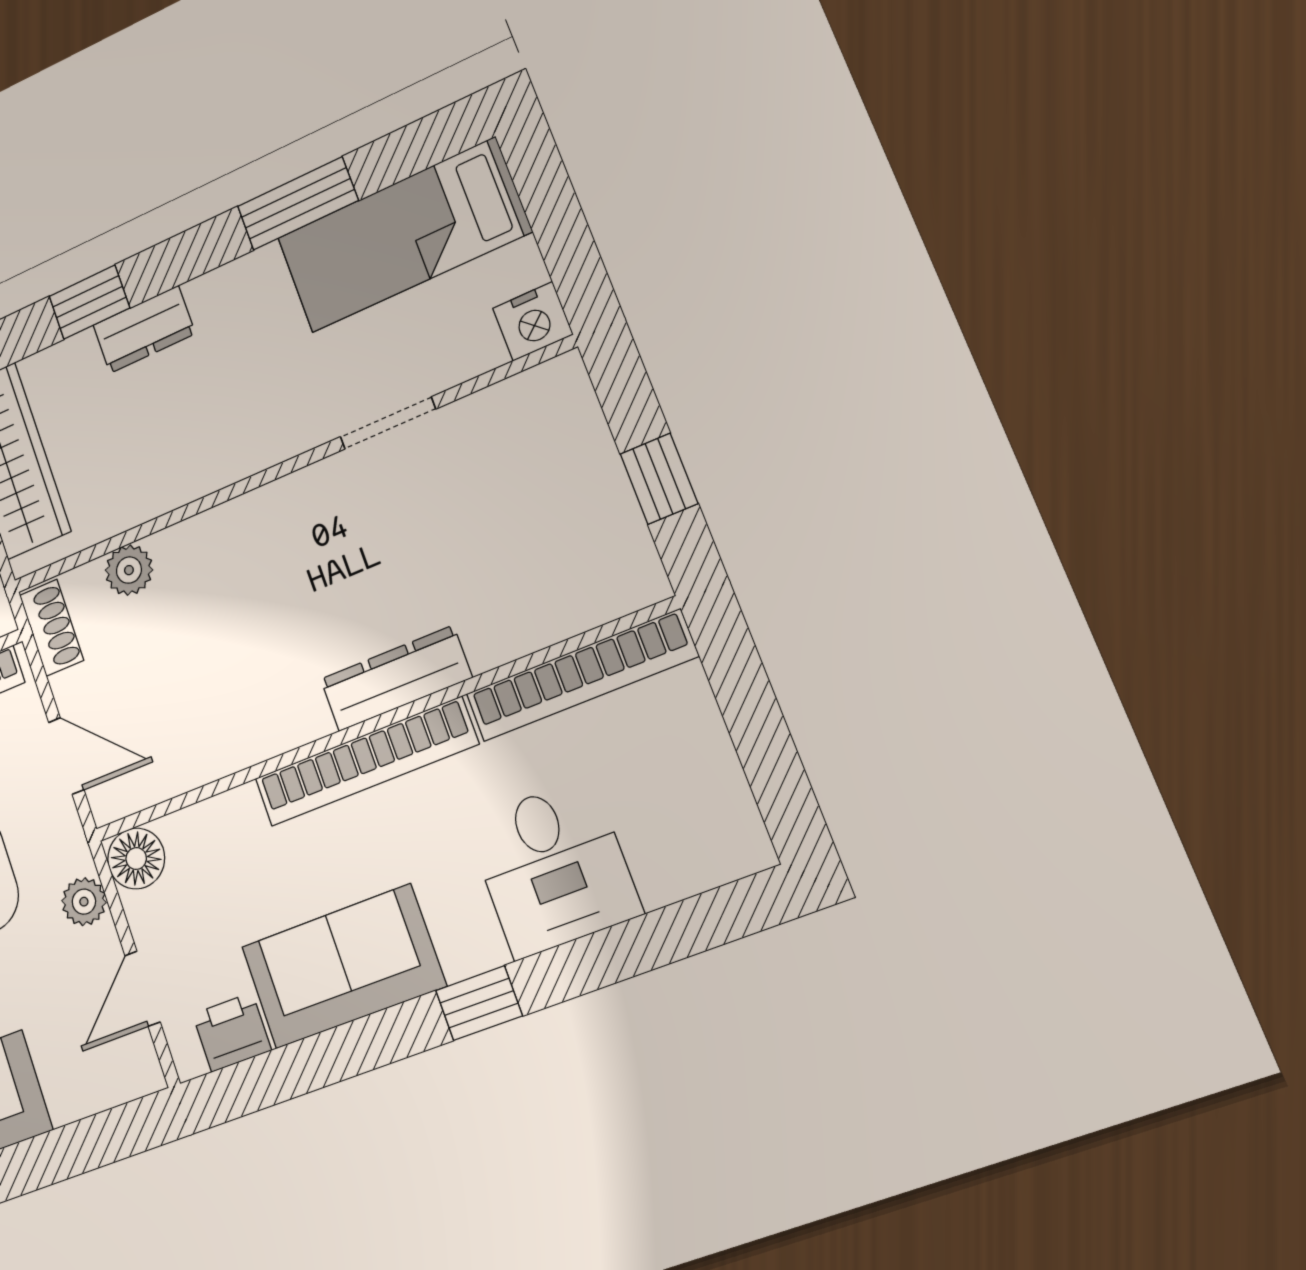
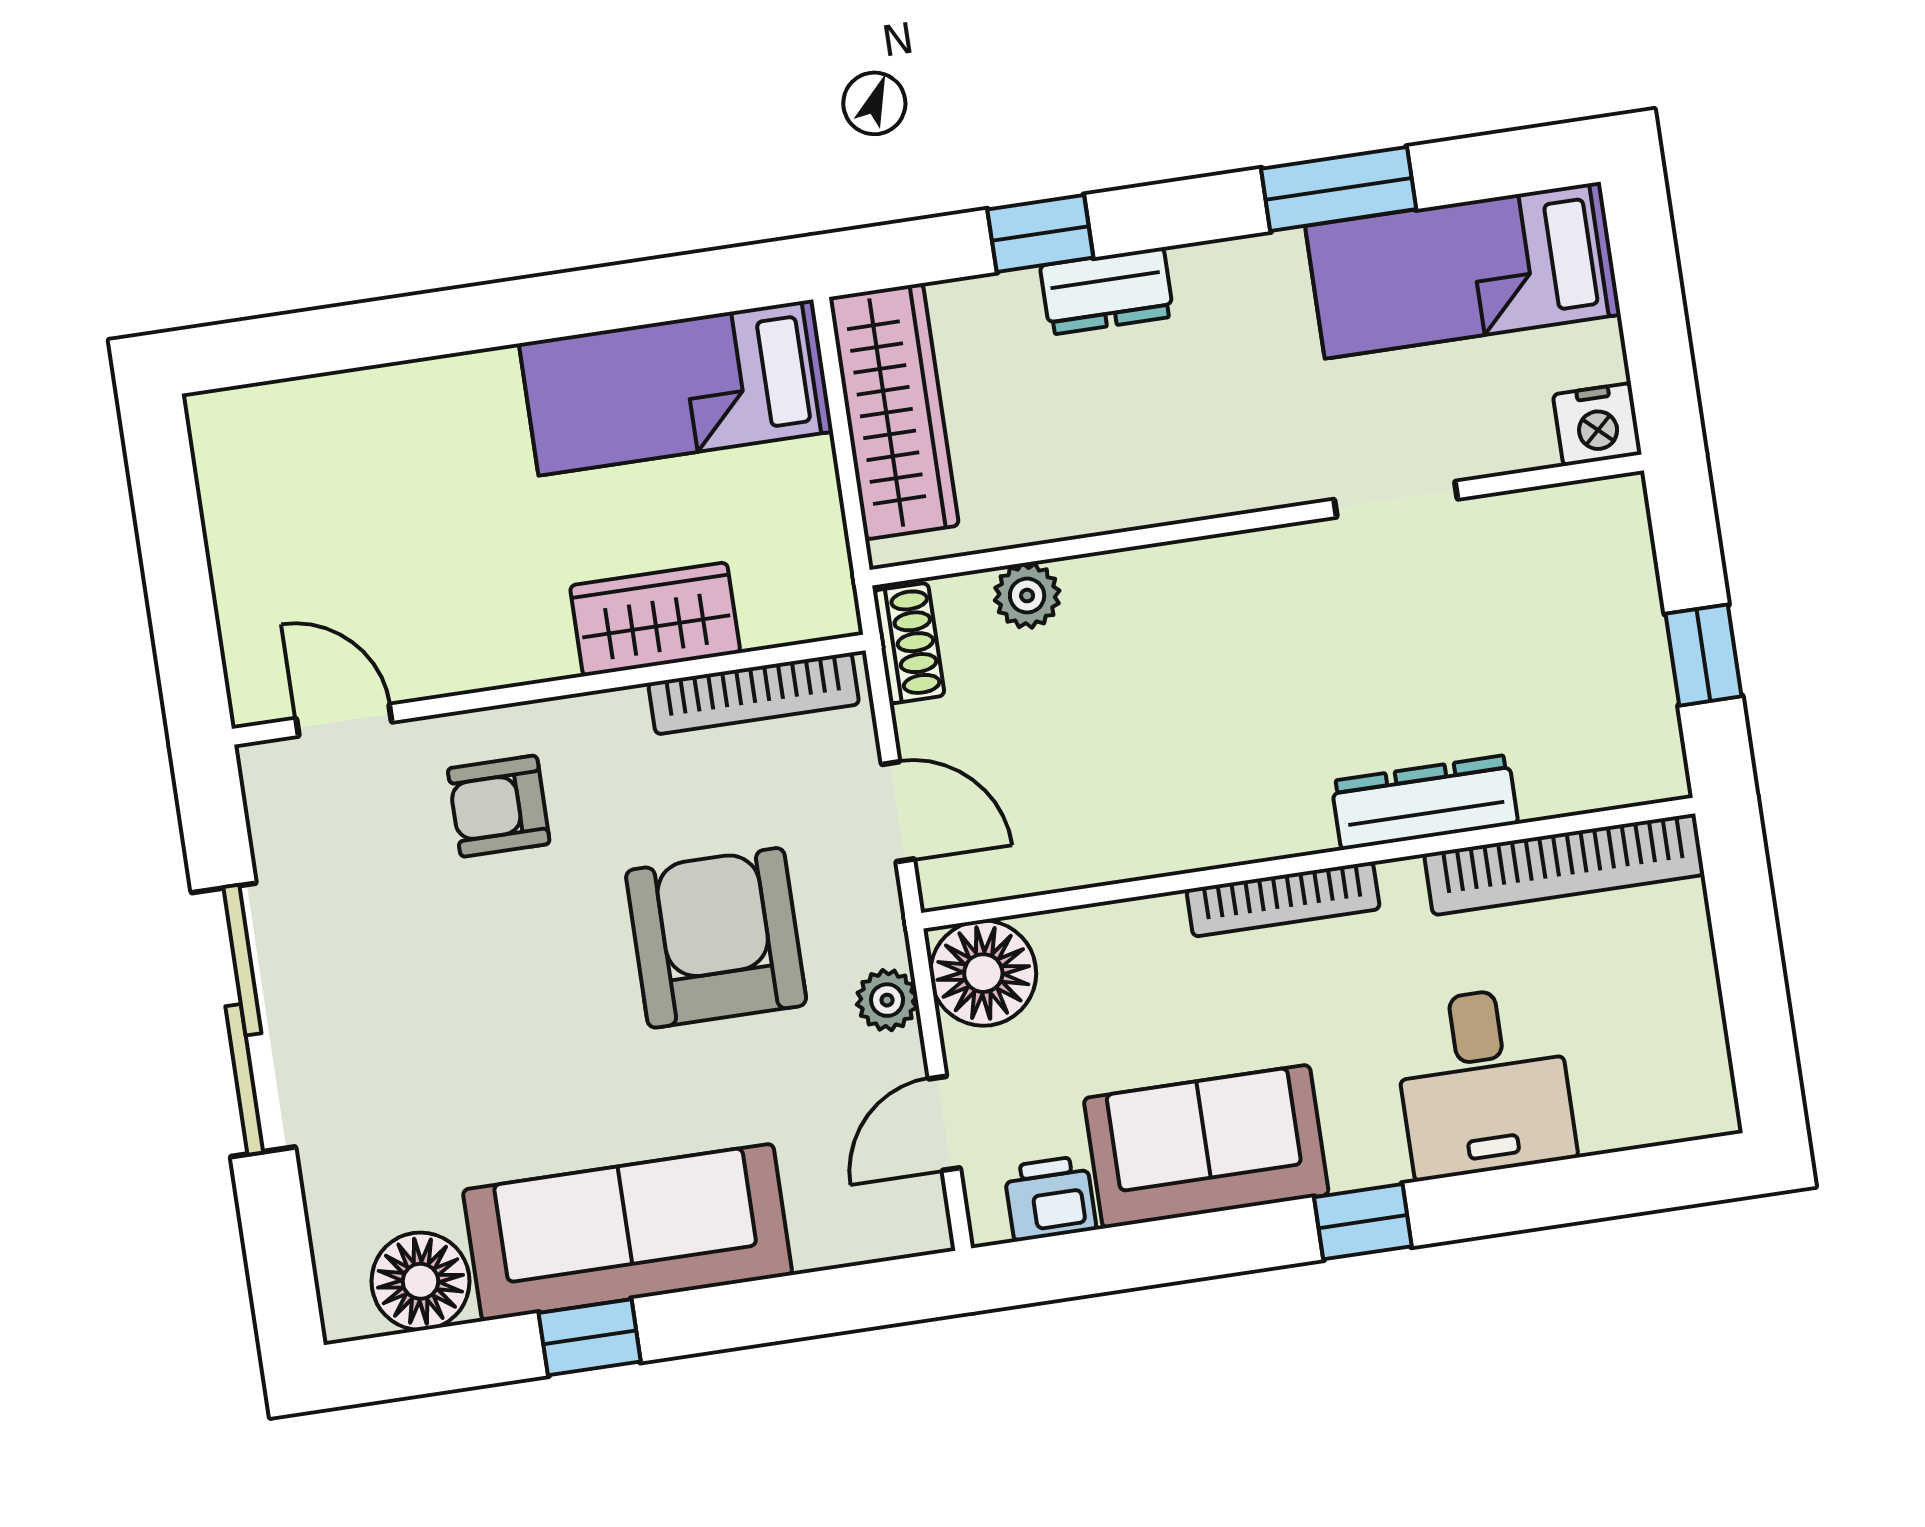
dresser: (396, 678) -> (1425, 802), moved
bookcase: (366, 762) -> (1283, 899), width x0.68, depth x0.76
floor lamp: (136, 859) -> (983, 973), width x1.38, depth x1.38

